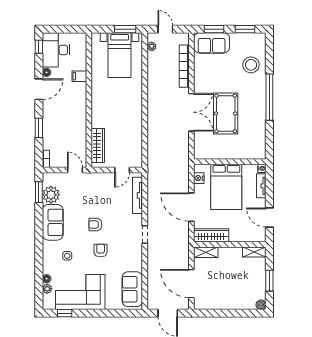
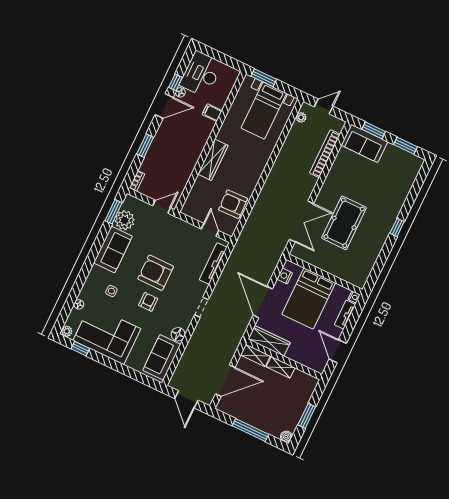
window: (125, 29) -> (264, 78), moved
door: (165, 29) -> (324, 106), hinge flipped
window: (39, 47) -> (175, 82), moved
stool: (251, 65) -> (394, 185), removed
window: (269, 97) -> (397, 227), width x0.32
double door: (191, 112) -> (301, 221), moved
armchair: (131, 141) -> (233, 204), added
wardrobe: (98, 146) -> (213, 160), moved
door: (75, 170) -> (162, 207), hinge flipped
door: (122, 170) -> (210, 230), swing flipped
armchair: (95, 225) -> (156, 273), width x1.88, depth x1.88
shelving: (254, 252) -> (281, 367), moved
floor lamp: (137, 265) -> (178, 334), added
door: (191, 284) -> (225, 381), swing flipped
plant: (47, 289) -> (67, 331), moved
window: (230, 313) -> (250, 430), added

